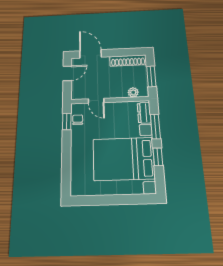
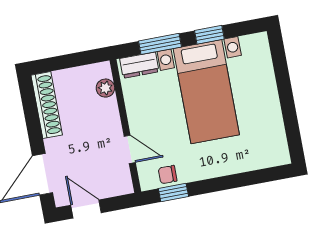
window: (151, 76) -> (71, 61), removed
door: (96, 101) -> (130, 149), hinge flipped
bed with nightstands: (123, 159) -> (206, 92), width x0.73

